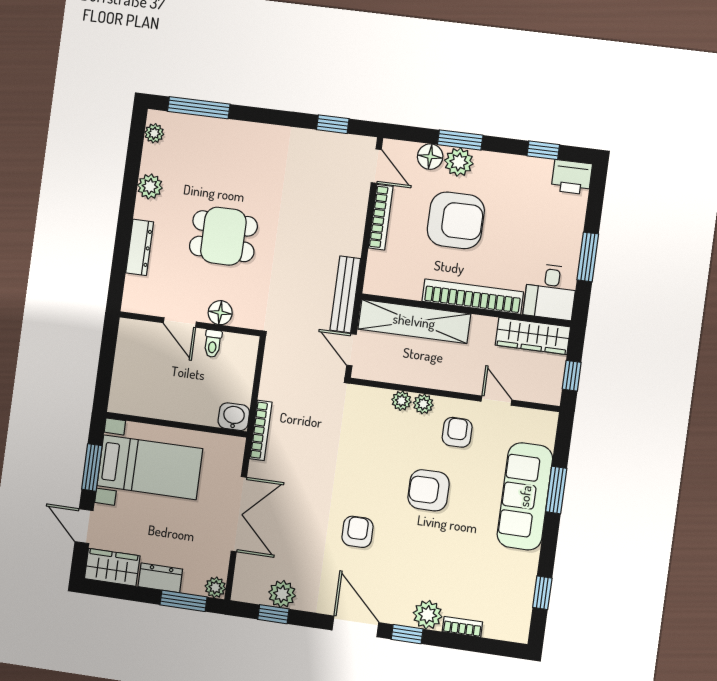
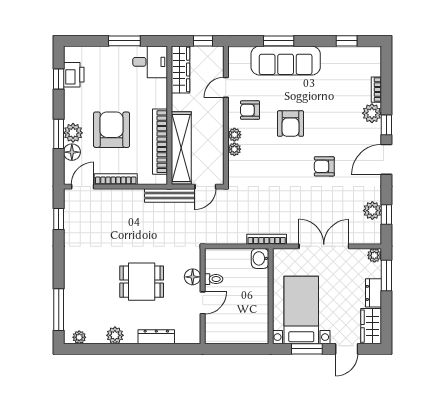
printer: (572, 177) -> (74, 75), moved
dining table: (223, 236) -> (142, 282), turned 90
bookcase: (473, 297) -> (160, 142), moved

